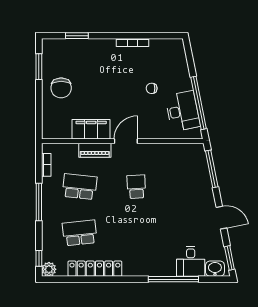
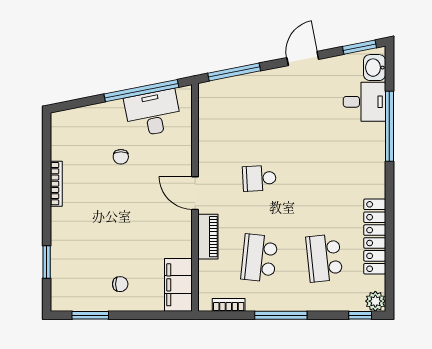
chair: (61, 88) -> (120, 284), width x0.54, depth x0.54
filing cabinet: (91, 129) -> (178, 285), moved

